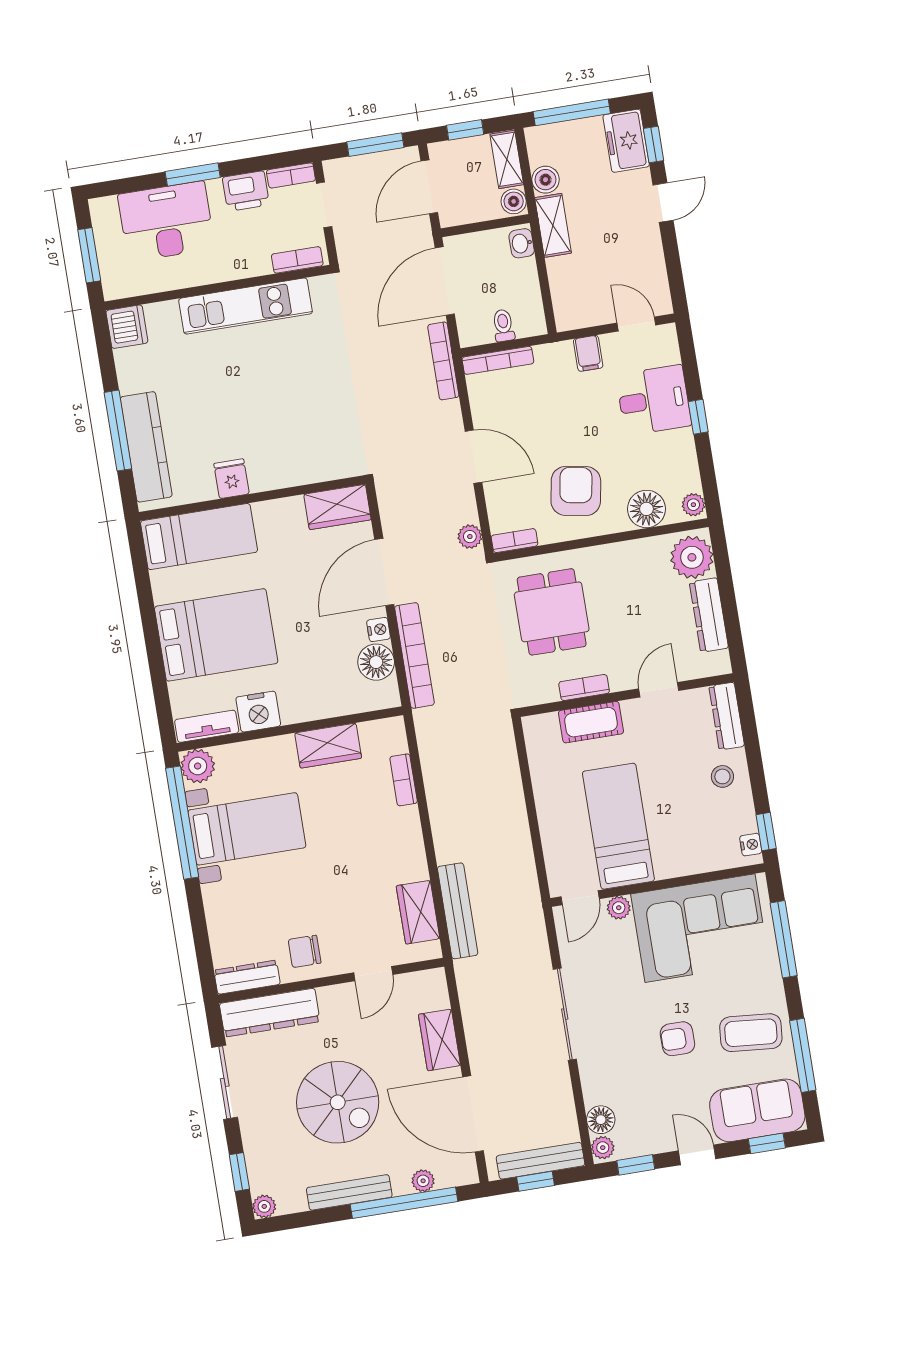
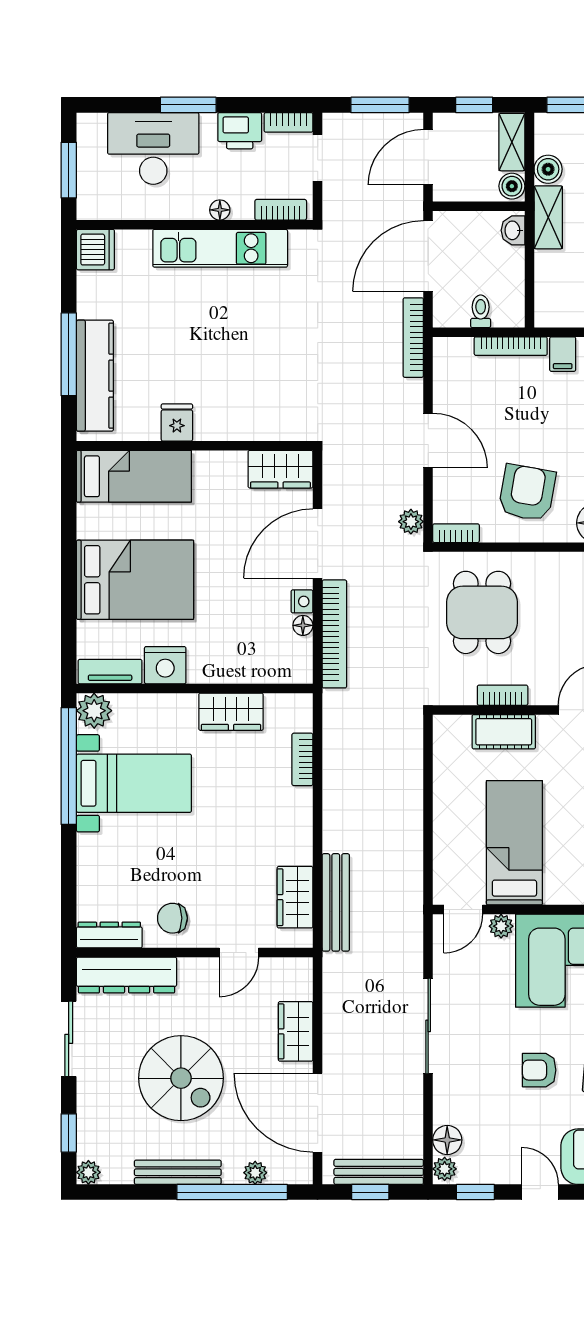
floor lamp: (239, 270) -> (220, 210), added
bookcase: (498, 360) -> (511, 346), moved
floor lamp: (376, 662) -> (303, 625), width x0.53, depth x0.53

